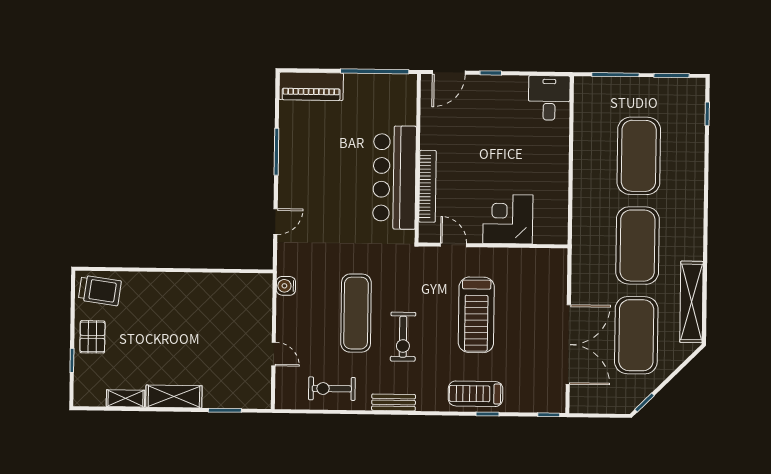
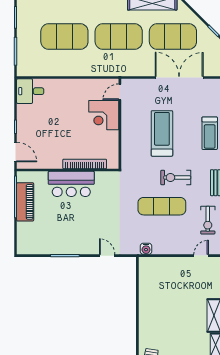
piano: (311, 86) -> (25, 202), moved
bar counter: (395, 178) -> (71, 184), width x0.73
door: (454, 245) -> (120, 92), moved
treadmill: (476, 315) -> (162, 133), turned -90
exercise bike: (403, 337) -> (176, 177), turned 180
door: (274, 354) -> (201, 256), moved

